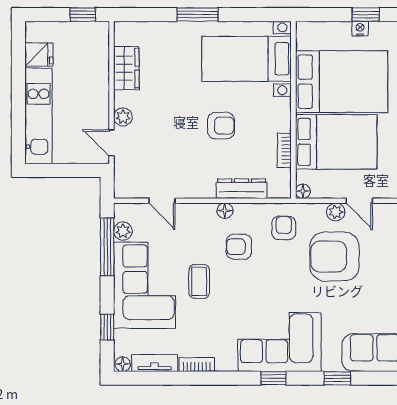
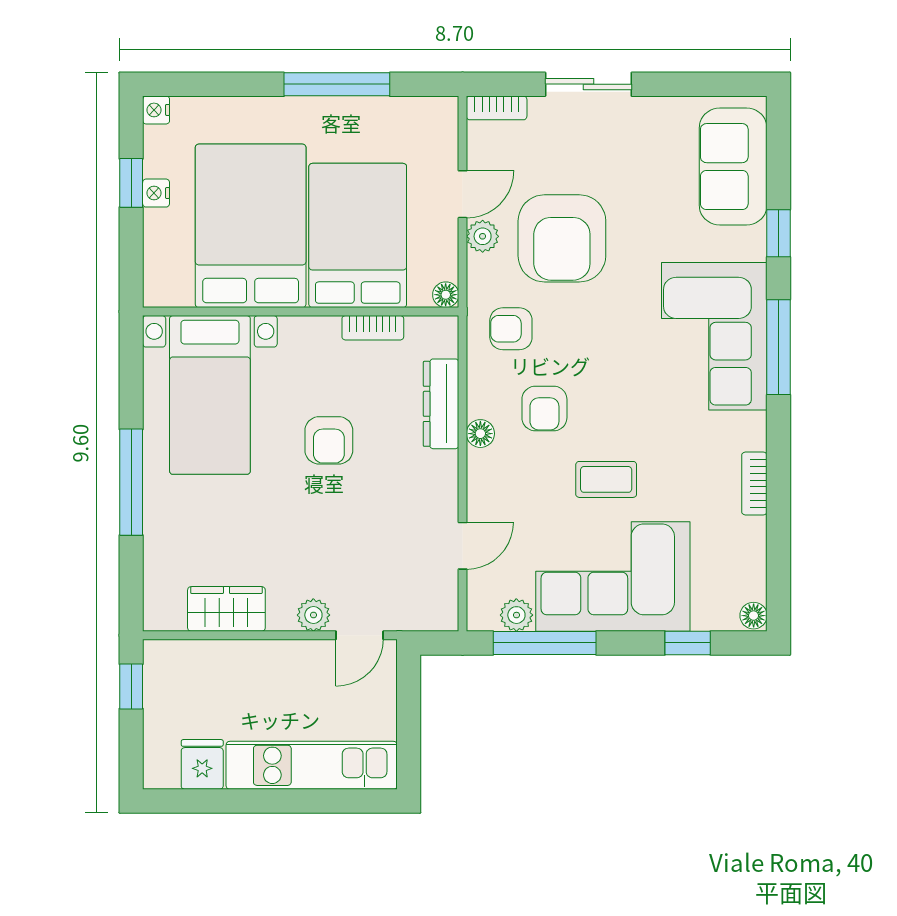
window: (198, 15) -> (131, 482), width x1.44
armchair: (221, 126) -> (329, 440), turned 180
tv unit: (155, 363) -> (752, 559), removed
window: (273, 378) -> (779, 347), width x2.17

